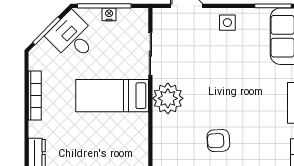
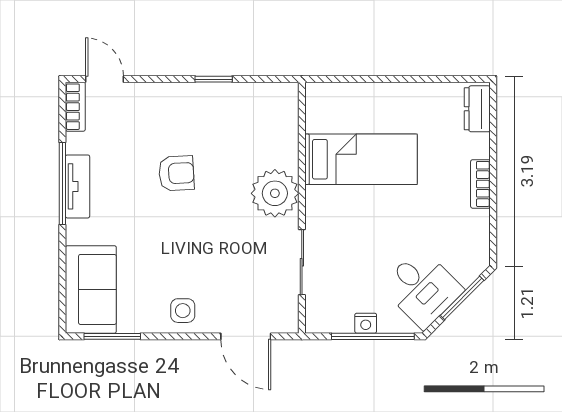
bookcase: (35, 96) -> (480, 184), width x0.64
bed: (112, 96) -> (361, 159), moved
armchair: (218, 141) -> (176, 173), moved

